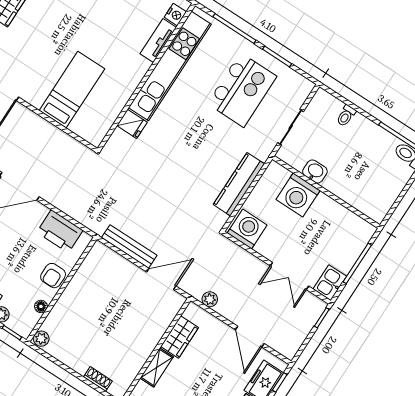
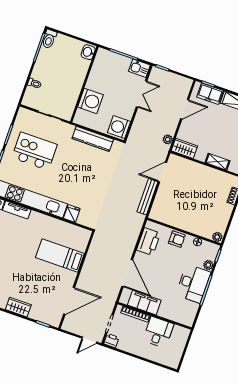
washbasin: (315, 171) -> (88, 52), moved
door: (161, 279) -> (163, 172), hinge flipped
wardrobe: (180, 337) -> (184, 148), moved

